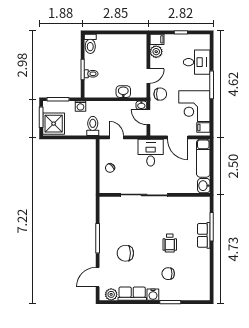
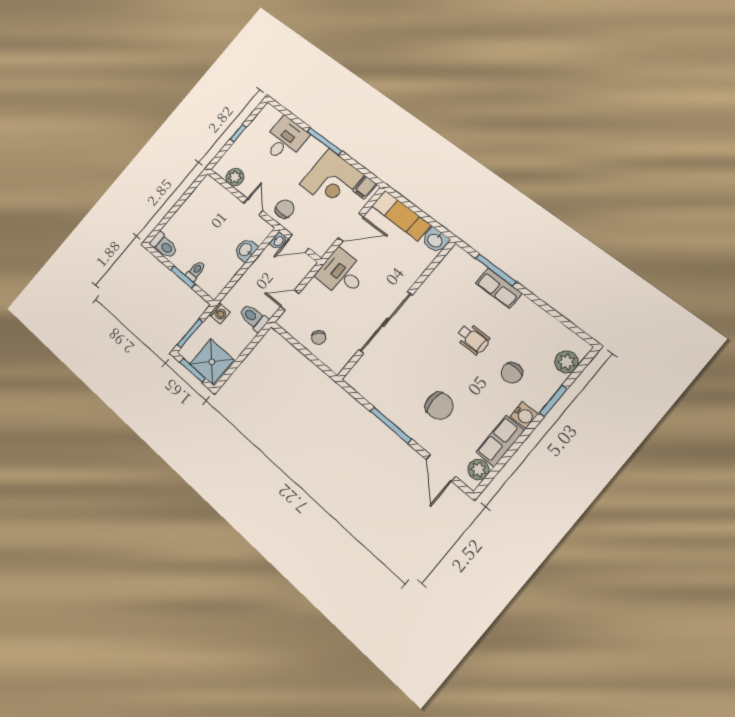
filing cabinet: (157, 39) -> (223, 166), removed
chair: (125, 253) -> (439, 406), turned -90
plant: (193, 294) -> (566, 362), added

